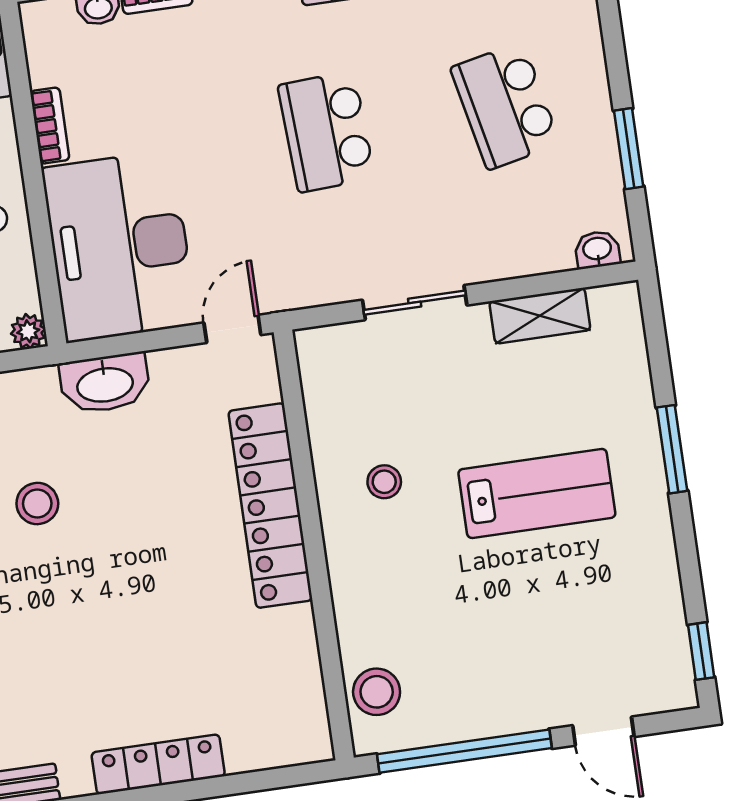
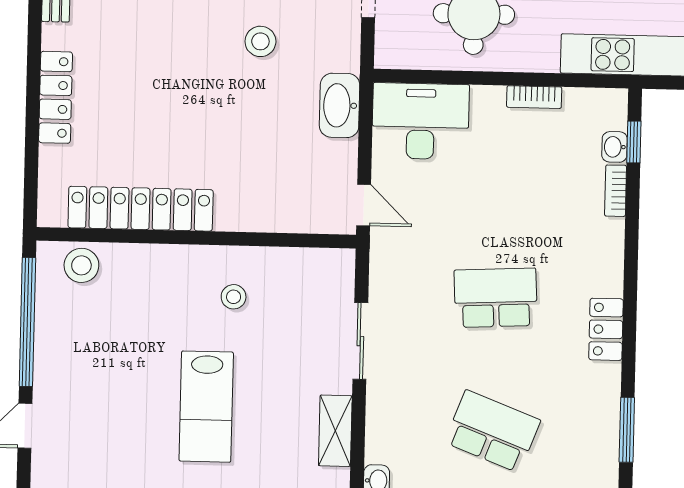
school desk: (505, 106) -> (492, 431), turned 33
desk: (119, 246) -> (421, 121), width x0.73, depth x0.77
plant: (28, 331) -> (387, 56), removed
locker: (270, 506) -> (141, 209), moved

